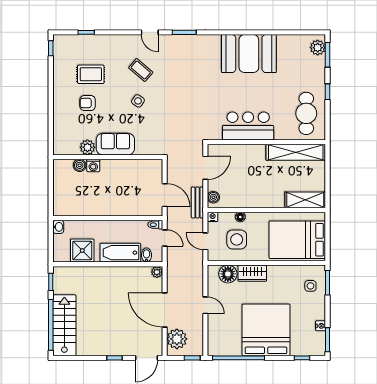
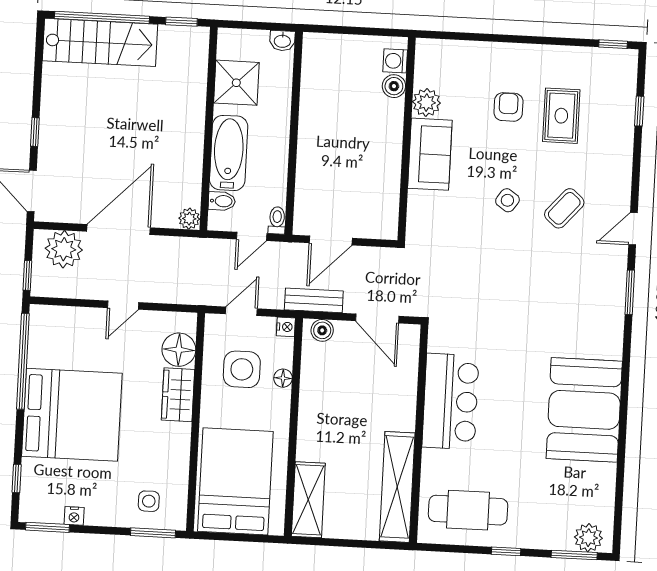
washing machine: (93, 165) -> (395, 61), moved

